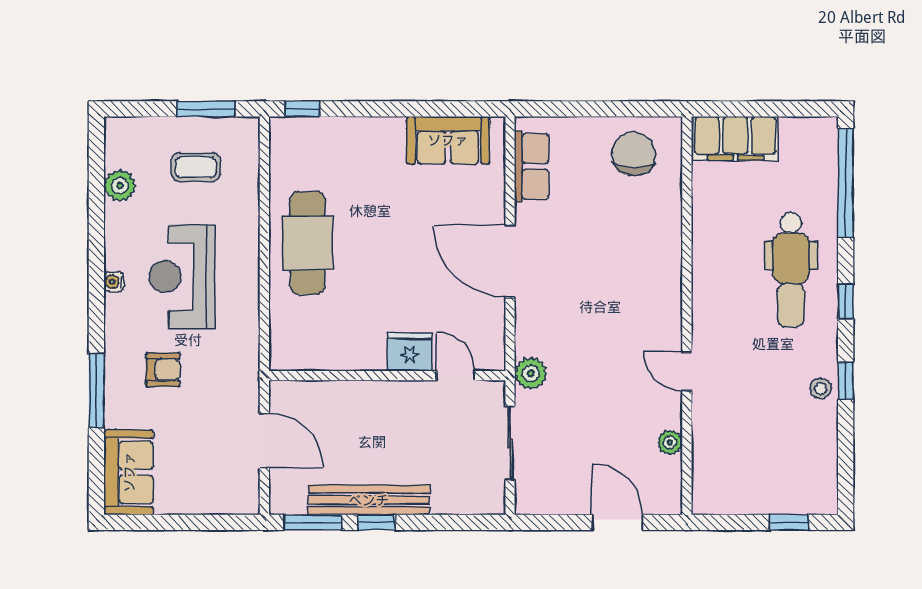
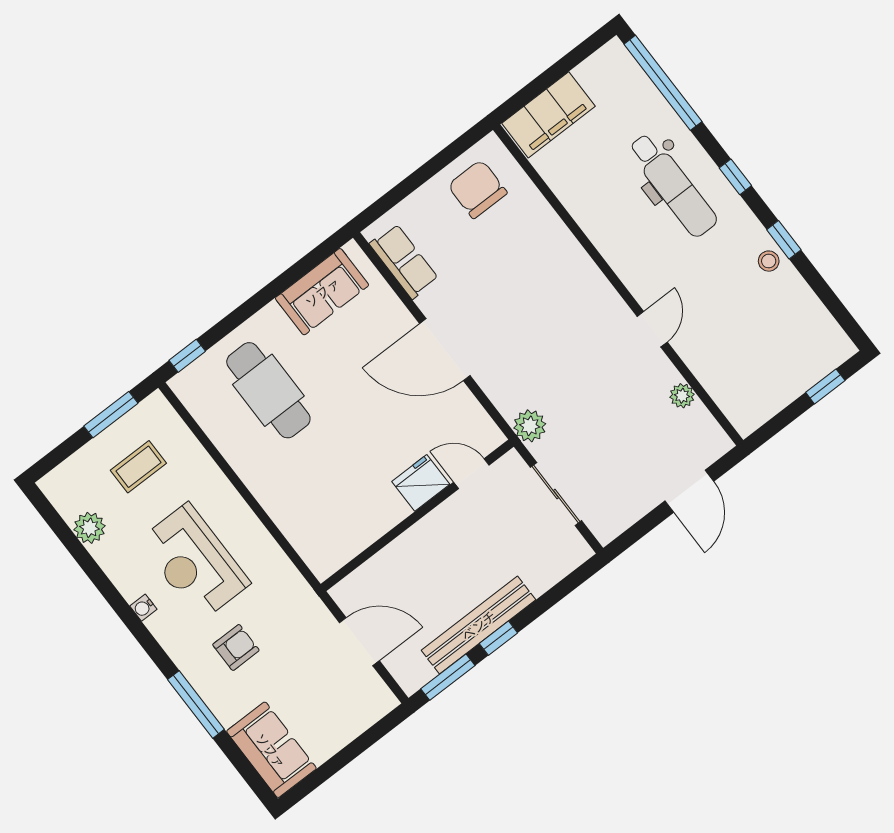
cafe table: (308, 243) -> (268, 390), moved
door: (687, 371) -> (652, 329), swing flipped
door: (617, 522) -> (689, 491), swing flipped

